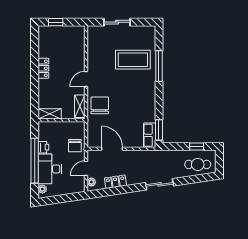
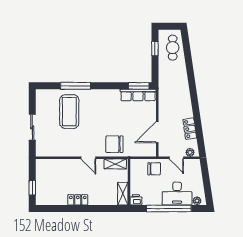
row of seats: (150, 135) -> (138, 95), width x1.48
printer: (43, 147) -> (136, 200), moved
sliding door: (160, 184) -> (192, 85), removed

